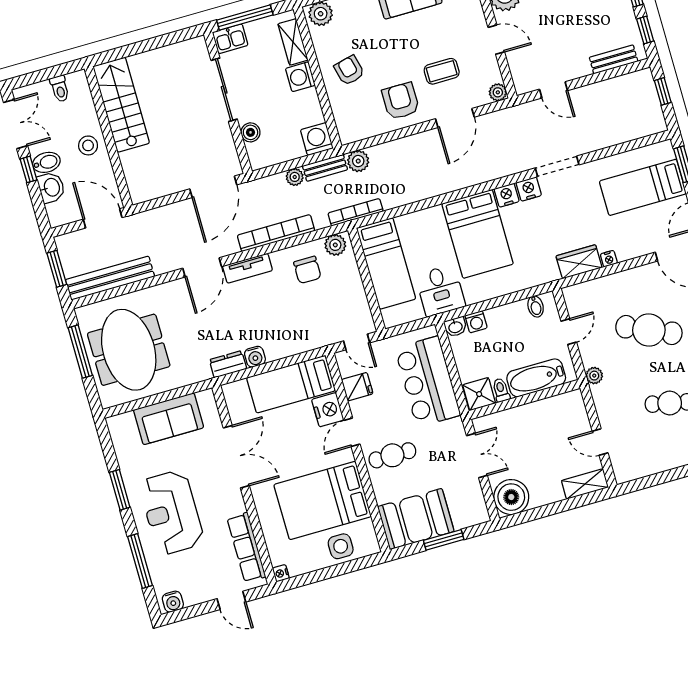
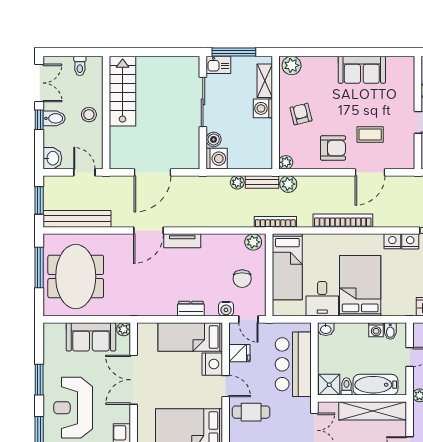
plant: (498, 92) -> (286, 162), moved
armchair: (401, 101) -> (333, 148), turned 90
washing machine: (317, 139) -> (217, 159), moved, turned 90
washbasin: (51, 187) -> (52, 158), moved
door: (213, 187) -> (153, 172), moved
door: (103, 218) -> (84, 172), width x0.73
bookcase: (276, 233) -> (343, 221), moved
bed: (478, 234) -> (360, 286), moved, turned 180
chair: (307, 270) -> (242, 279), moved
washing machine: (476, 322) -> (376, 330), moved
water cooler: (255, 357) -> (226, 309), moved
dresser: (228, 364) -> (191, 309), moved
plant: (206, 398) -> (124, 329), added
shelving: (542, 411) -> (373, 411), added
door: (352, 432) -> (226, 386), swing flipped
double door: (236, 457) -> (134, 380), swing flipped

